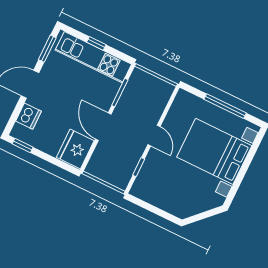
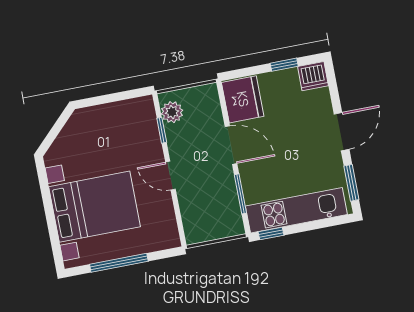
window: (96, 43) -> (271, 234), moved
dishwasher: (28, 116) -> (313, 76), moved, turned -90
window: (23, 145) -> (284, 65), moved
plant: (124, 173) -> (172, 112), added

